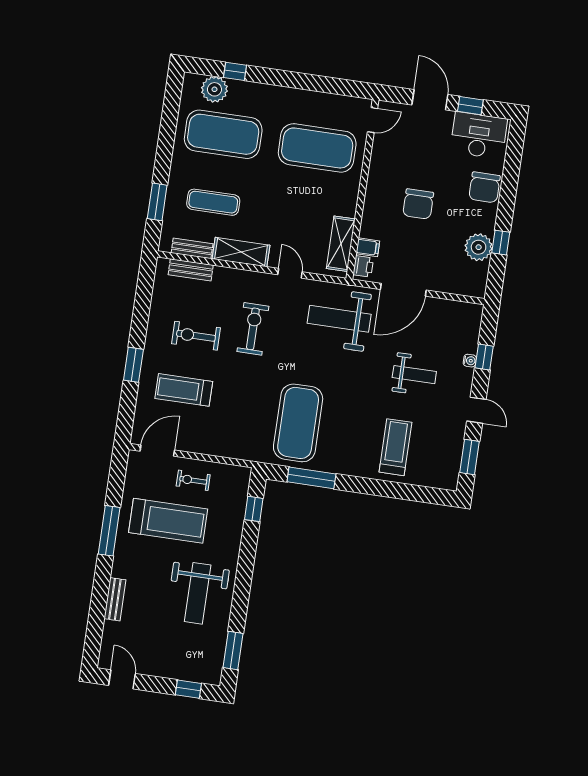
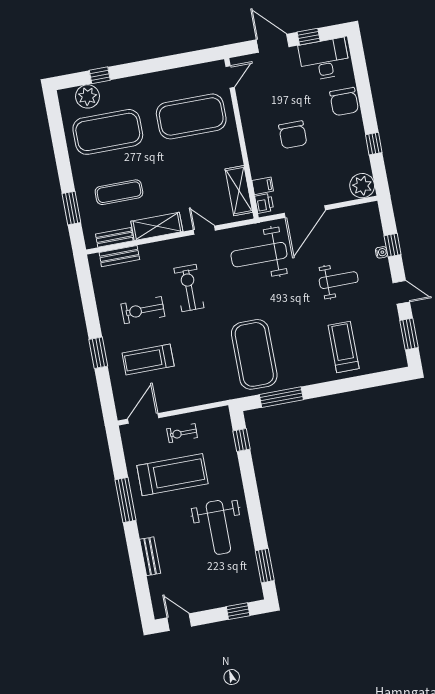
plant: (479, 247) -> (362, 186), moved

